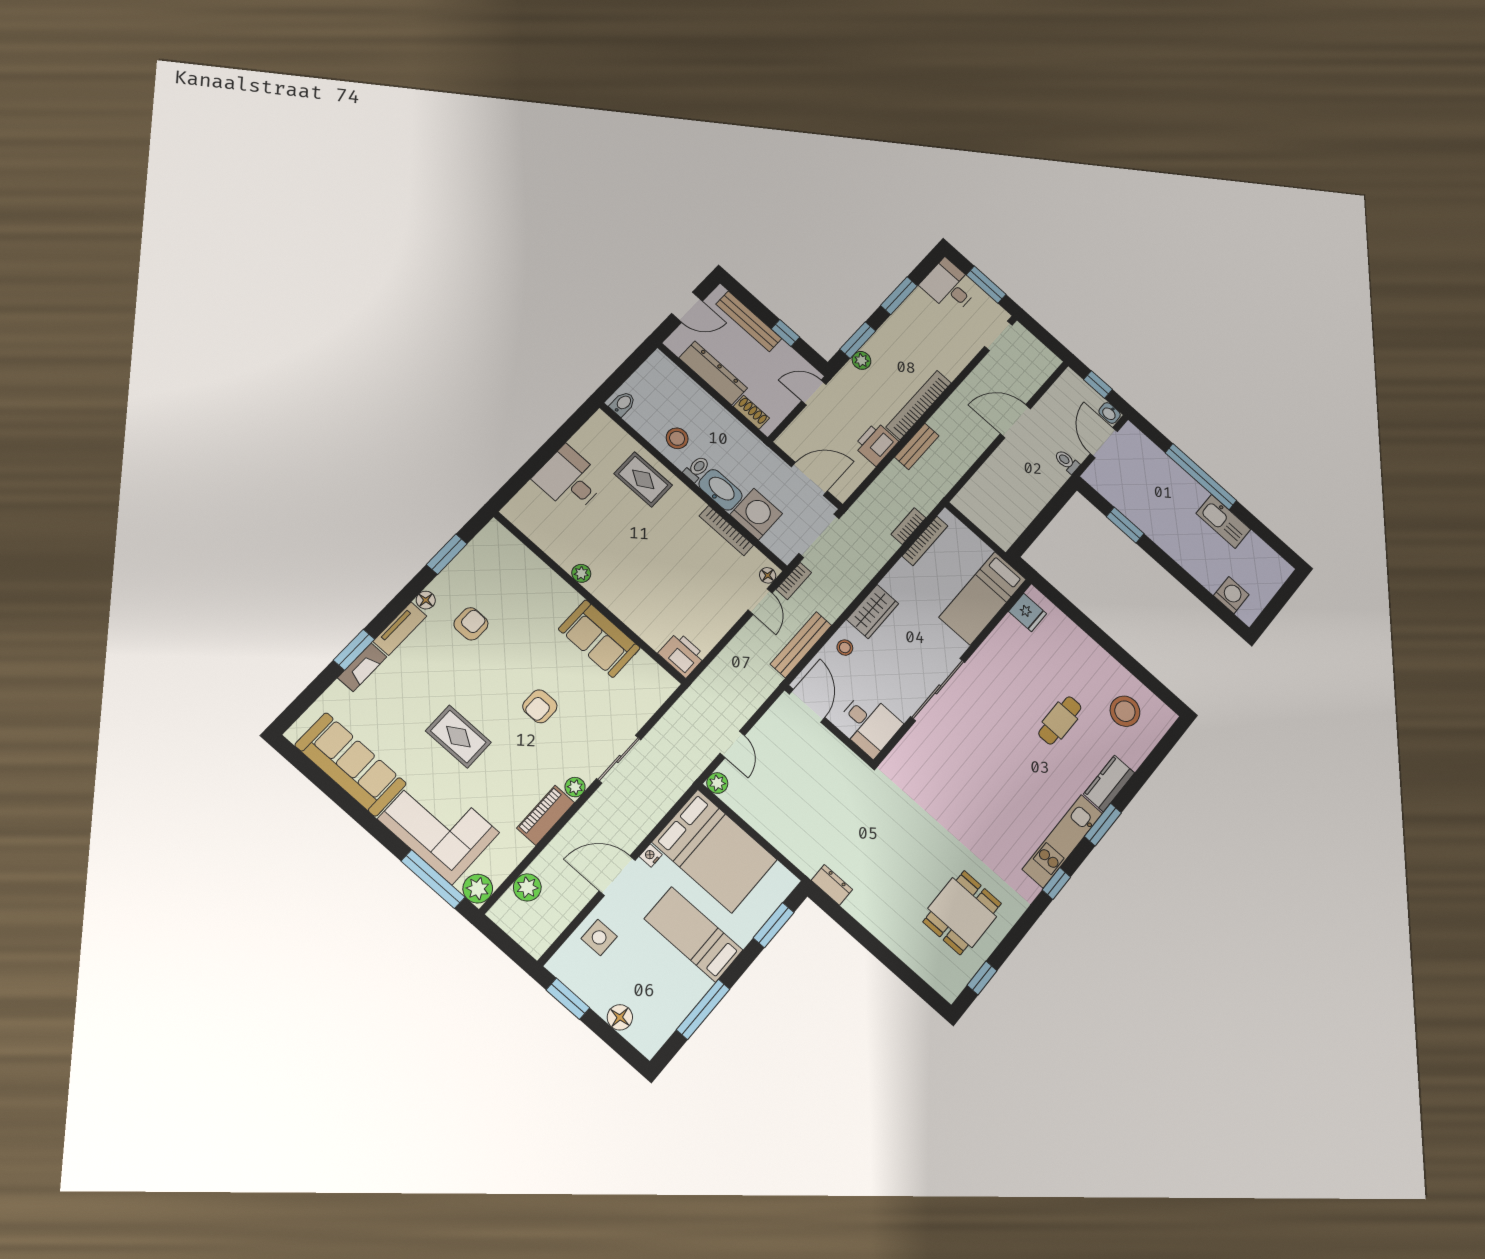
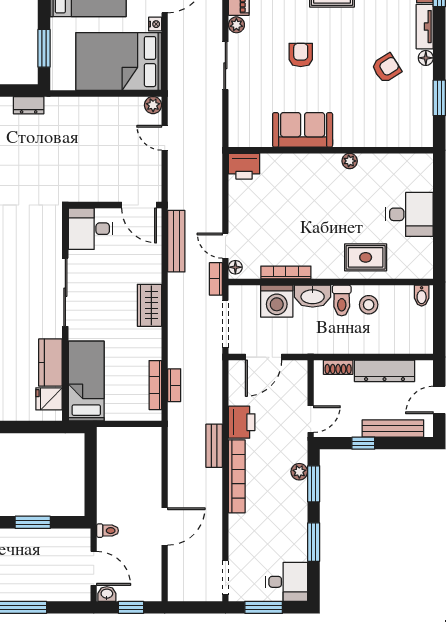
toilet: (697, 469) -> (342, 300), width x1.37, depth x1.39
armchair: (471, 624) -> (386, 68), turned -122
kitchen counter: (1001, 642) -> (50, 363), added
stool: (845, 648) -> (147, 265), removed

